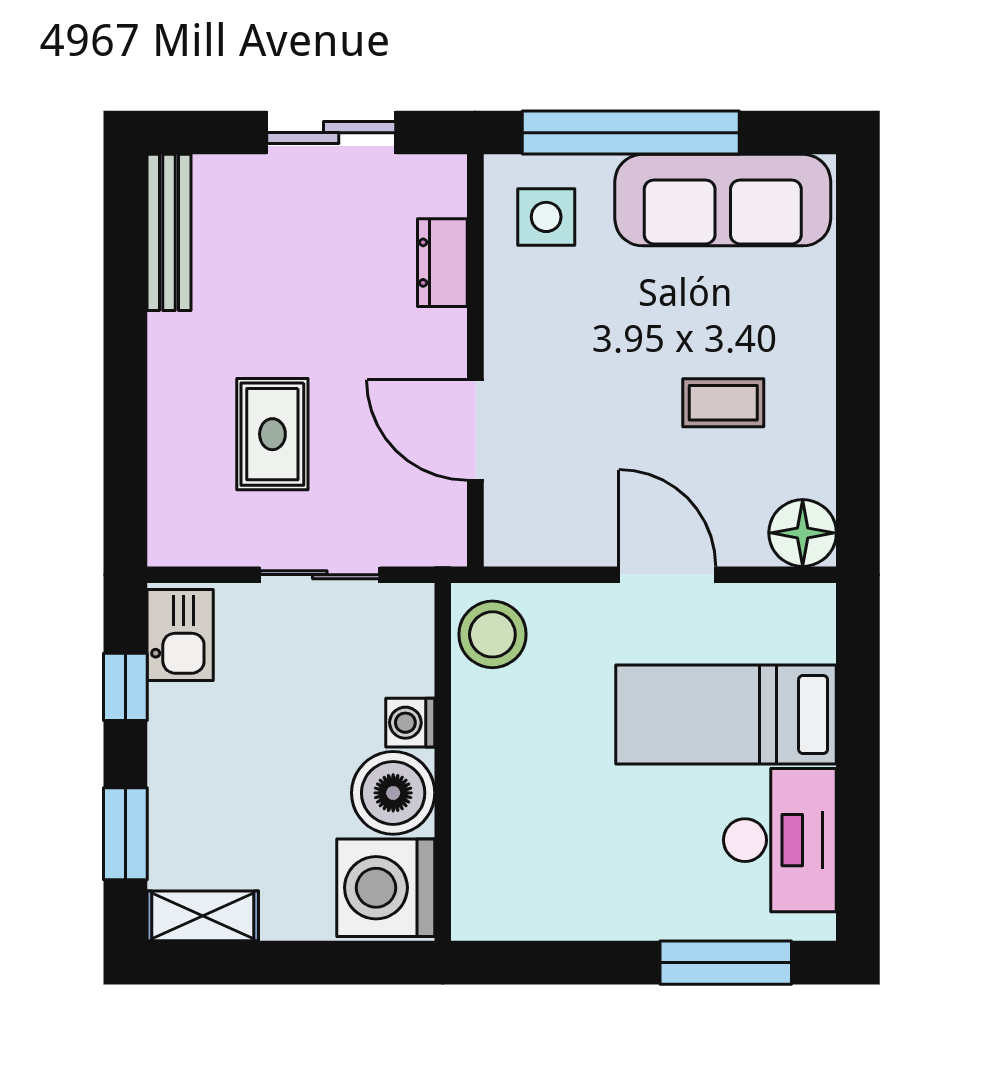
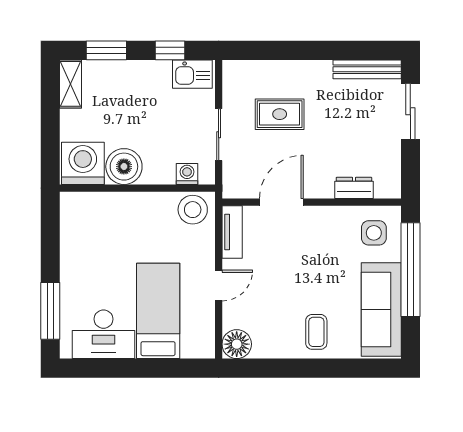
sliding door: (331, 133) -> (410, 111), moved
coffee table: (723, 403) -> (316, 332), moved
tv unit: (544, 543) -> (232, 232), added
door: (667, 575) -> (219, 285), width x0.73
washing machine: (410, 723) -> (187, 174), moved

